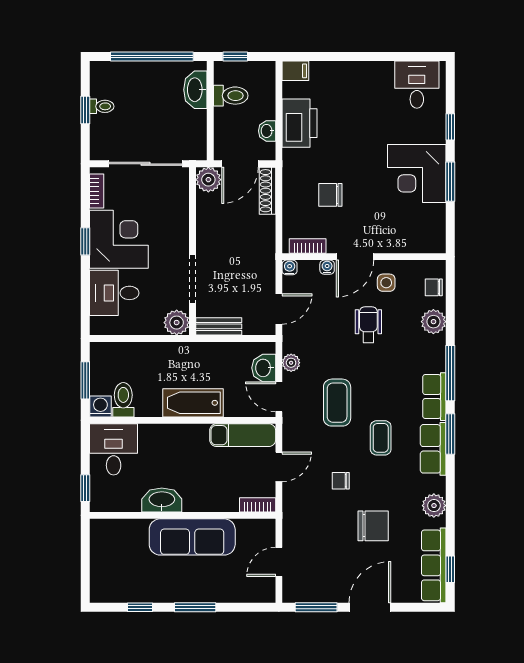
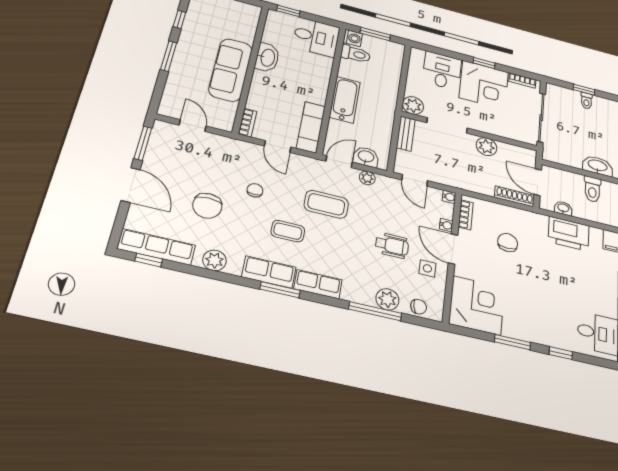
corner desk: (417, 174) -> (477, 305), moved, turned 90
plant: (208, 180) -> (486, 147), moved
chair: (434, 287) -> (419, 307), turned 79
window: (450, 373) -> (375, 311), moved

